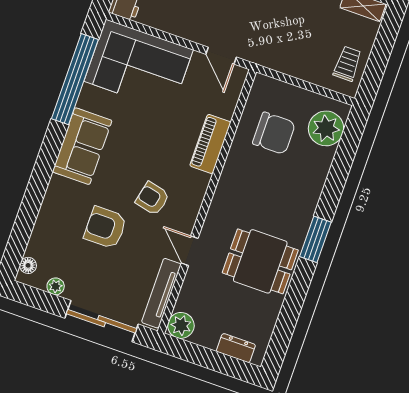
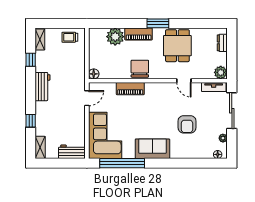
floor lamp: (262, 85) -> (94, 74), added
plant: (326, 128) -> (115, 37), moved
chair: (274, 133) -> (140, 69), moved
piano: (308, 196) -> (139, 34), added
armchair: (152, 198) -> (166, 107), removed
door: (190, 251) -> (184, 81), hinge flipped
tv unit: (161, 293) -> (214, 87), width x0.71

